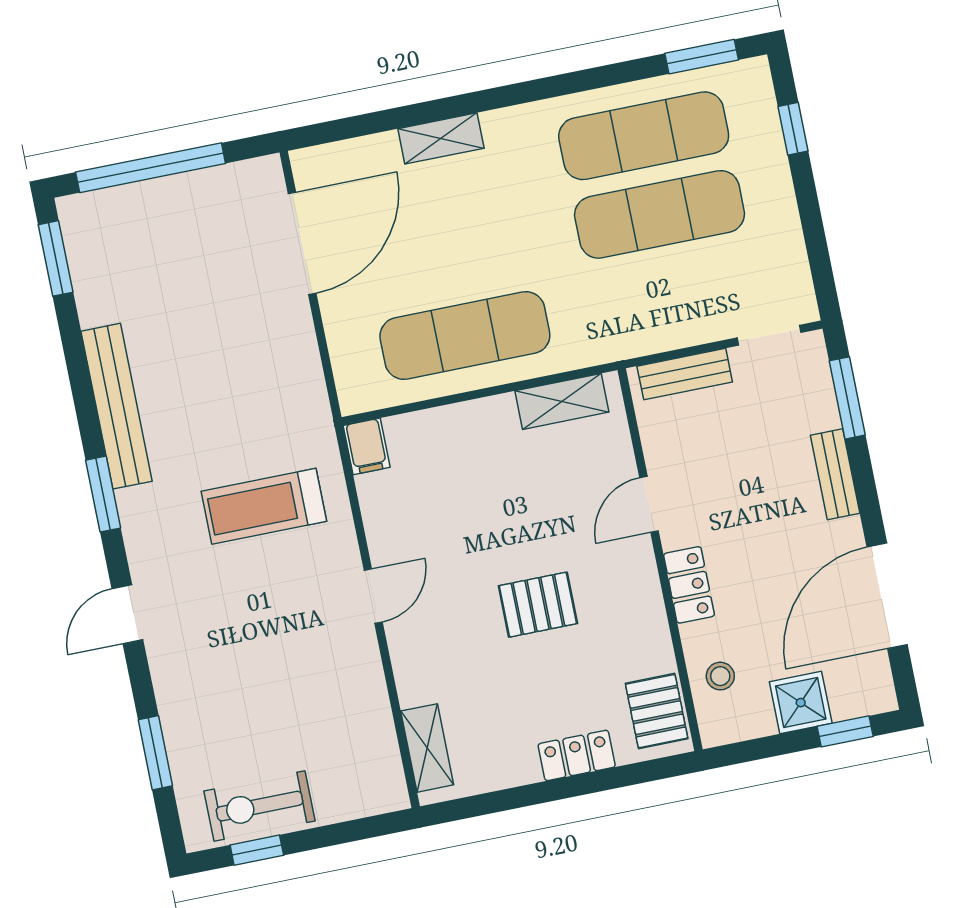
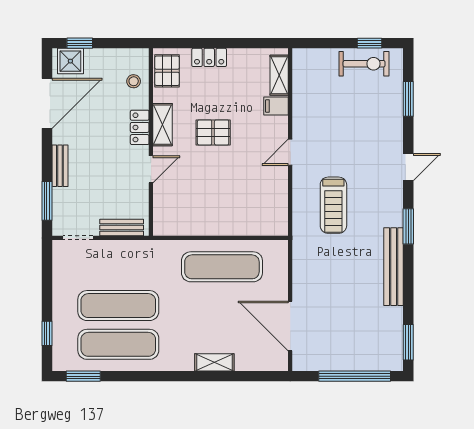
door: (302, 243) -> (290, 326), hinge flipped
shelving: (562, 401) -> (163, 125), moved, turned 90
filing cabinet: (367, 446) -> (276, 106), moved, turned -90
treadmill: (264, 506) -> (333, 205), turned 90
shower: (801, 703) -> (70, 61), moved

